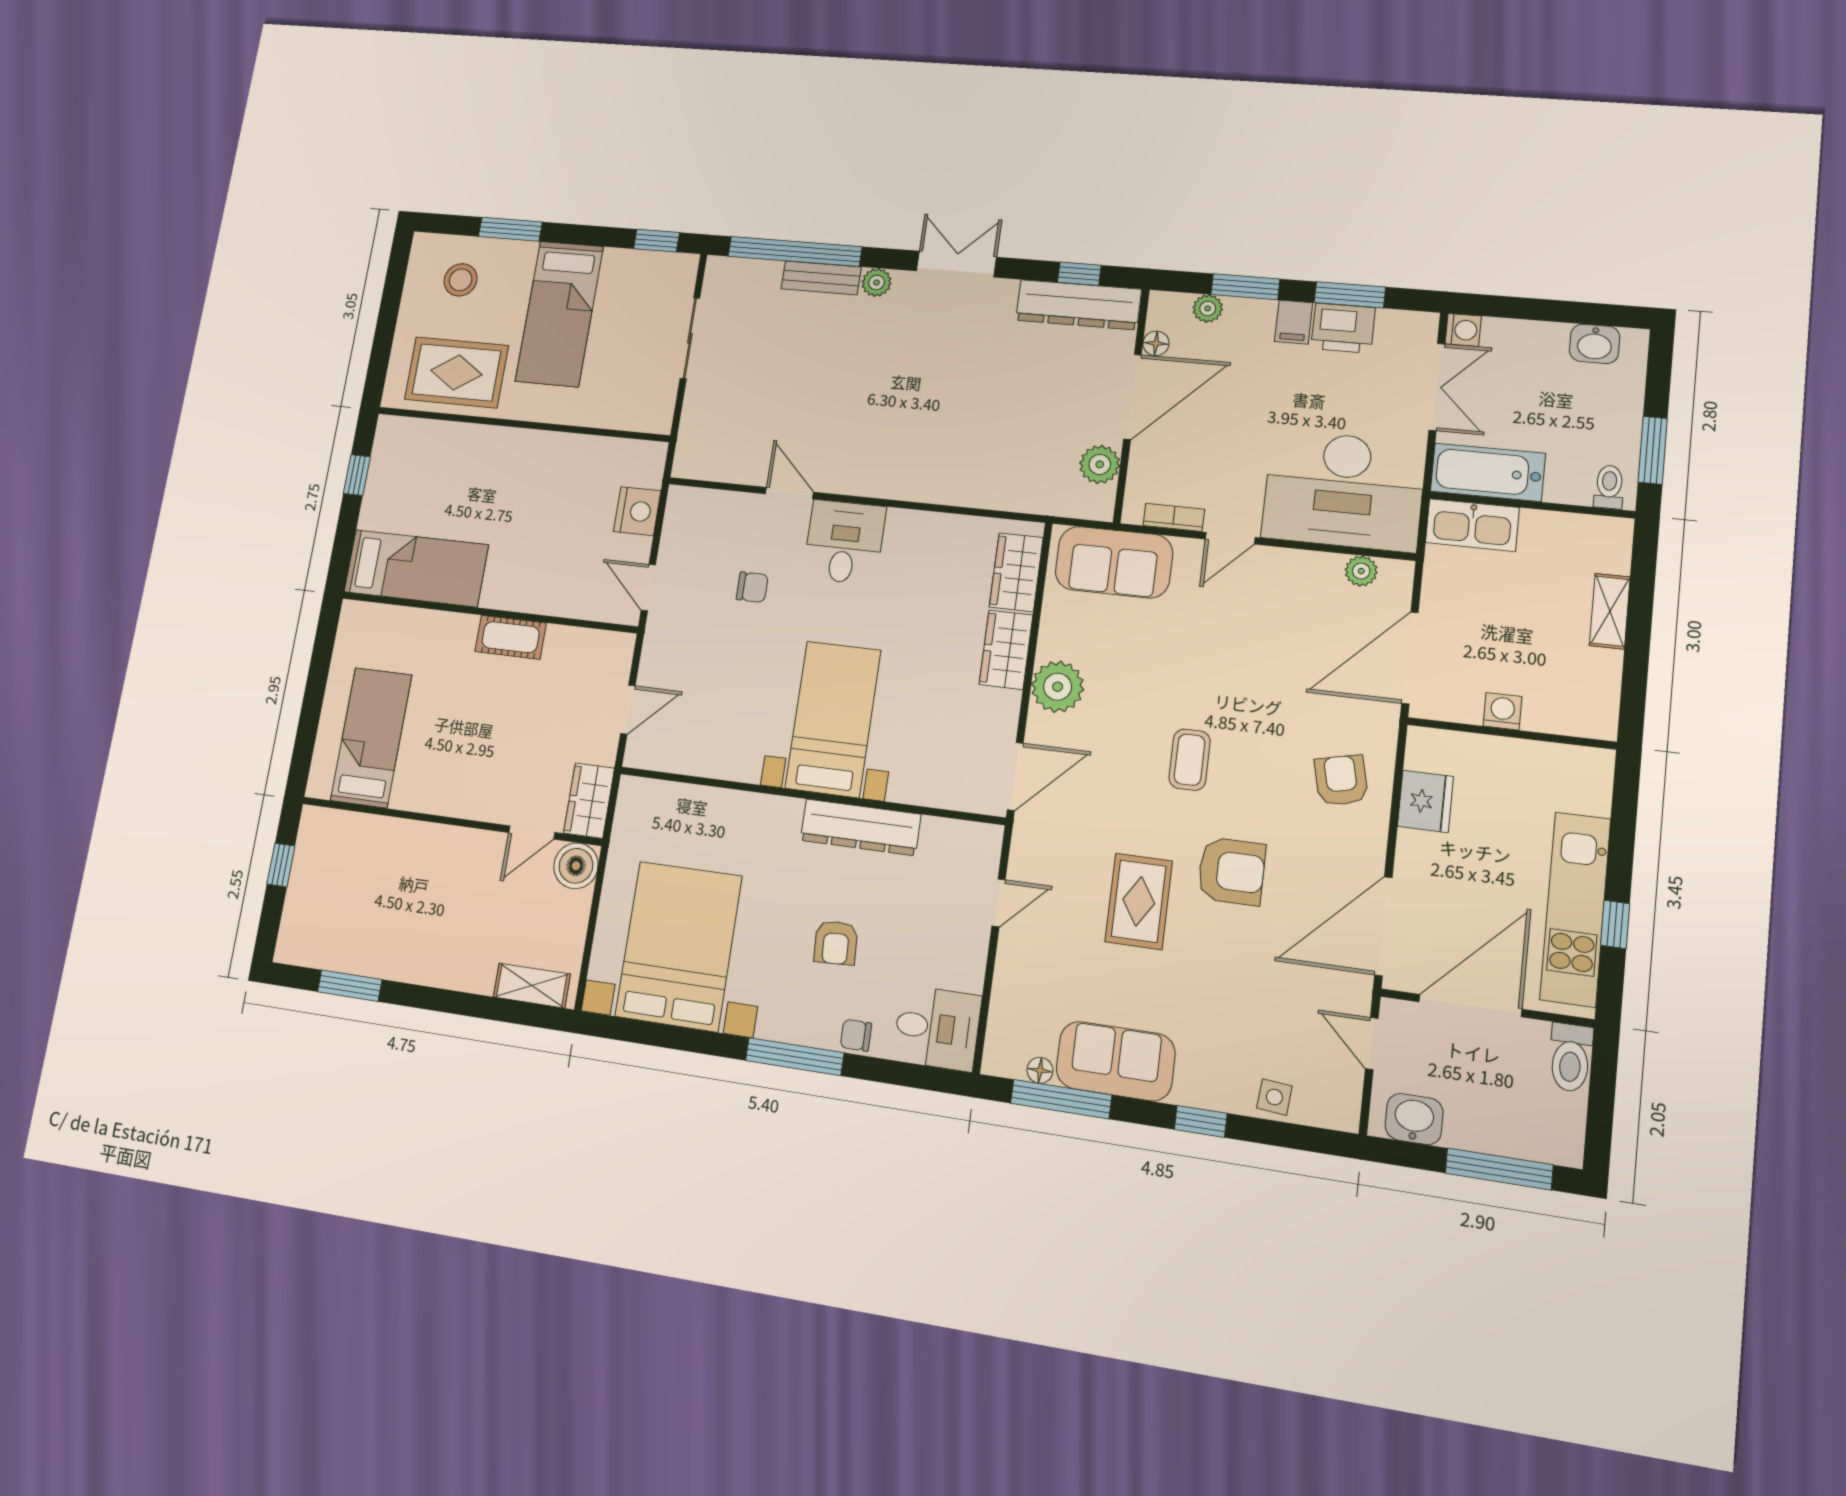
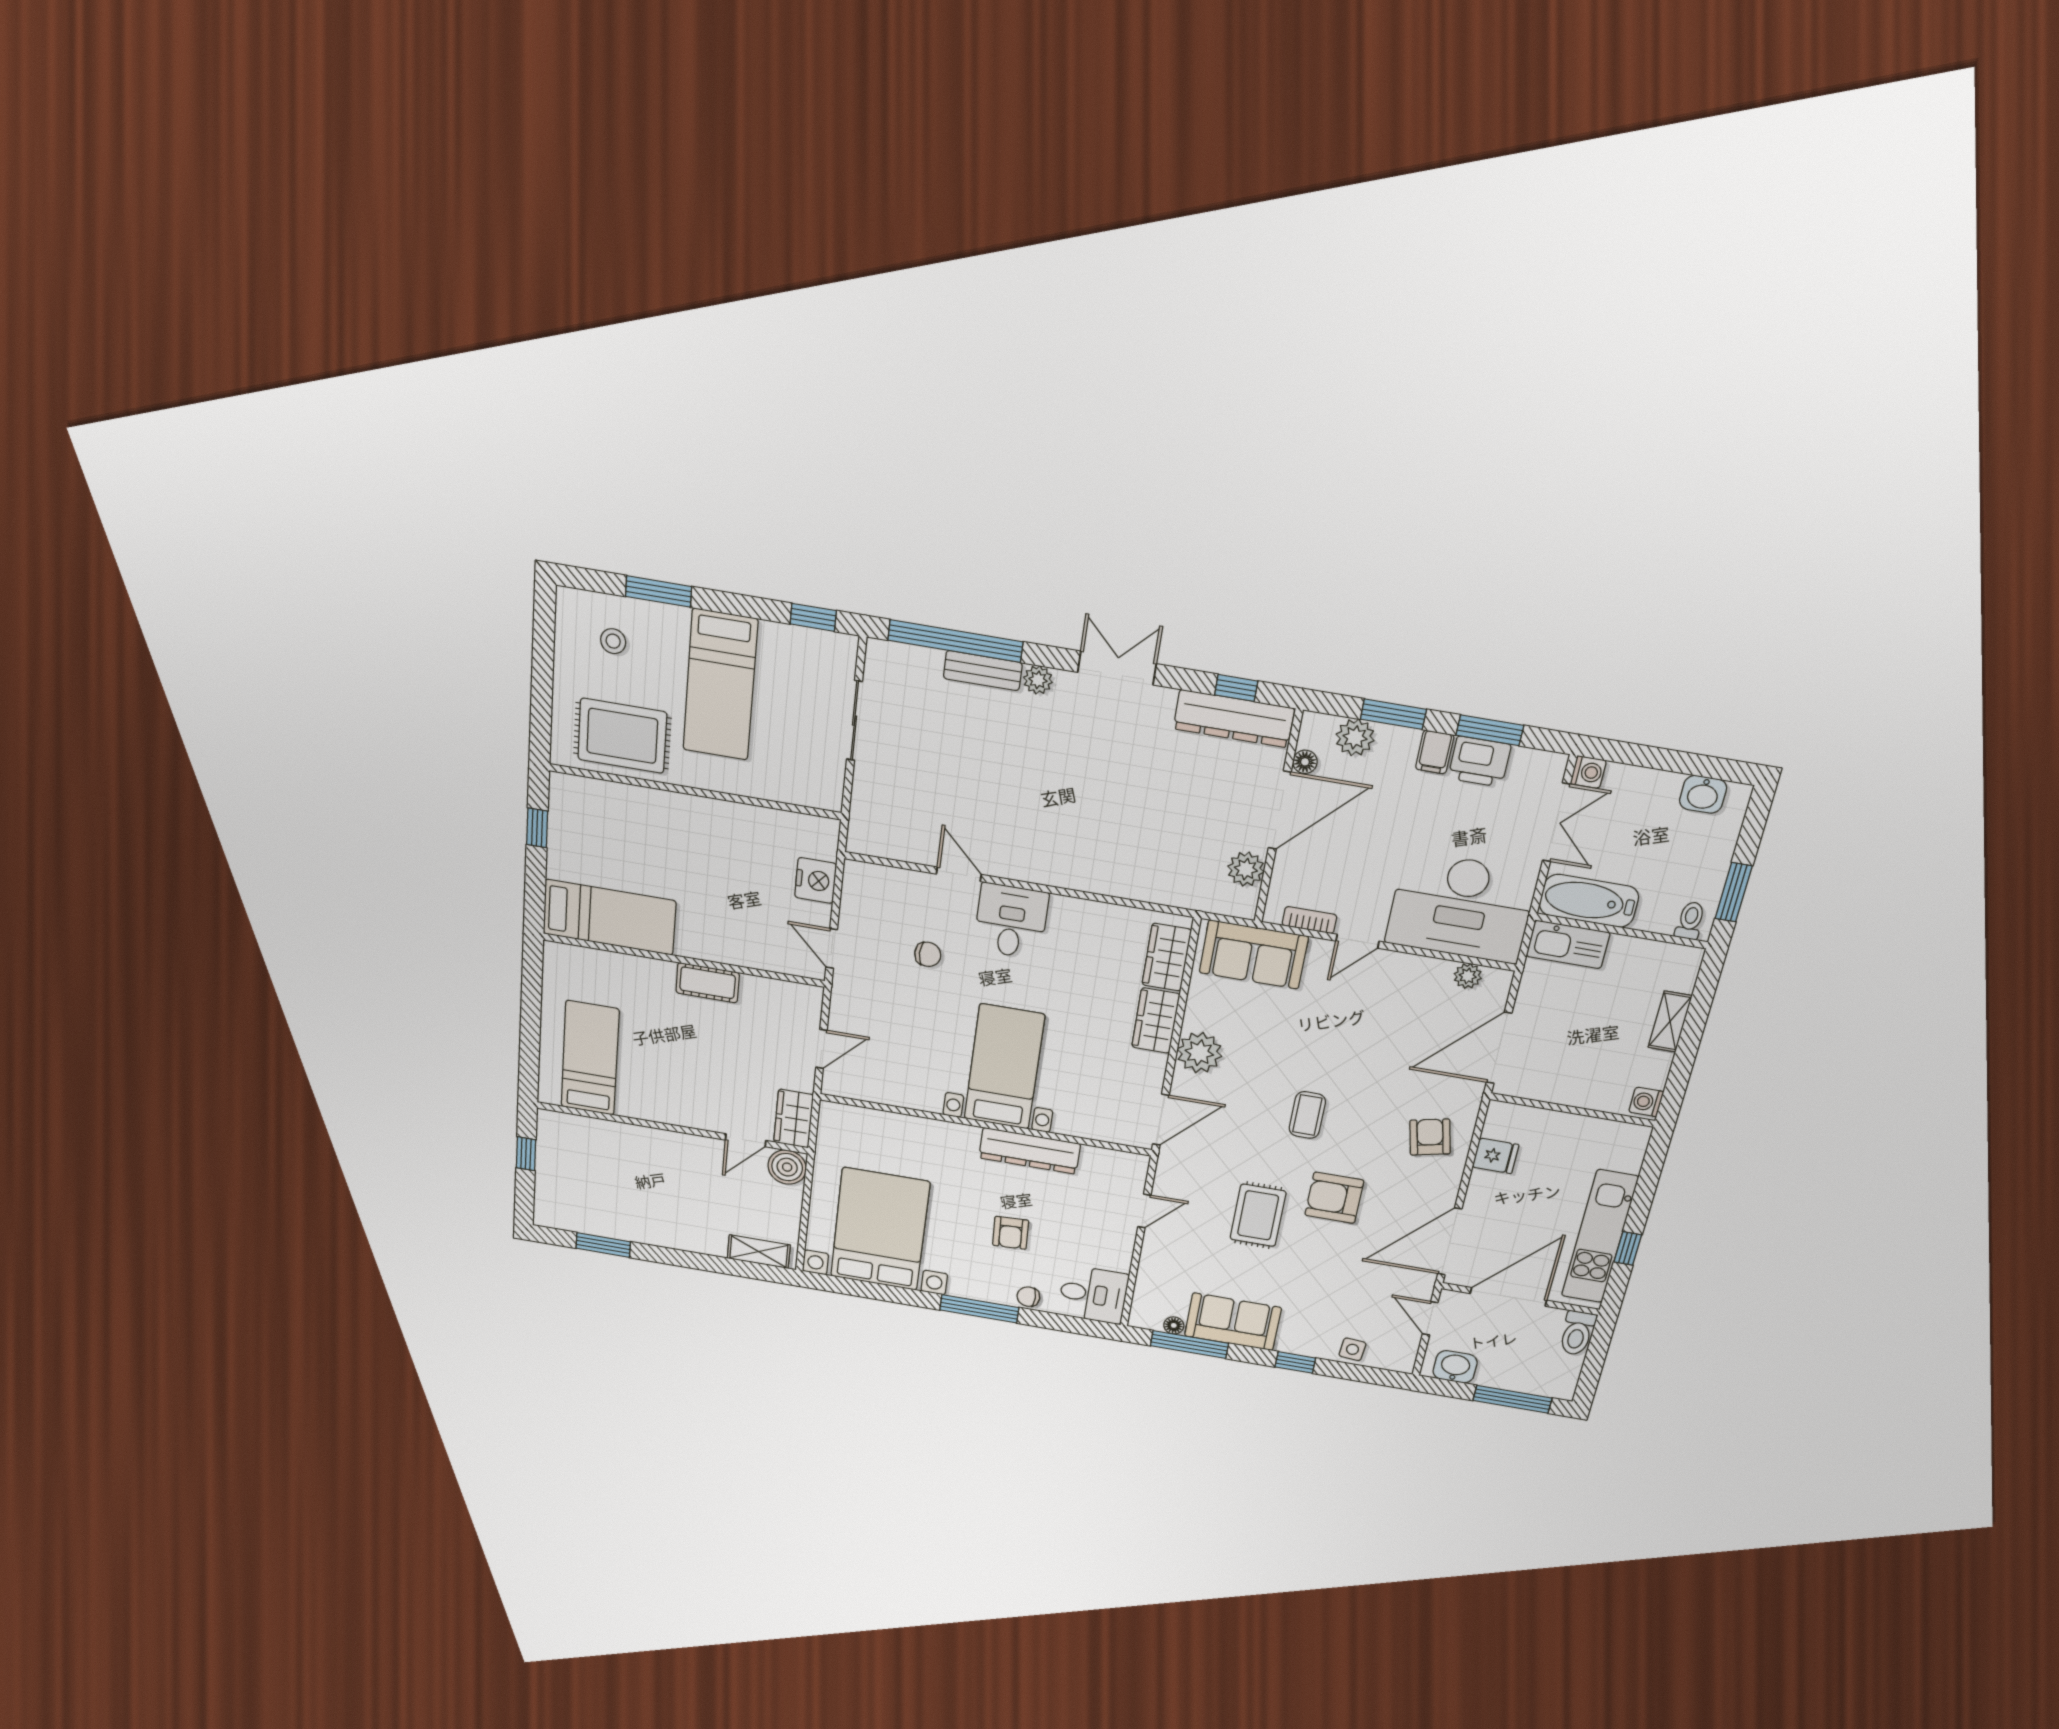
stool: (461, 280) -> (613, 641), width x0.73, depth x0.73
plant: (1208, 308) -> (1355, 737), width x1.38, depth x1.38
washing machine: (1503, 711) -> (1646, 1102), moved, turned -90
fridge: (1425, 801) -> (1496, 1156), width x0.72
armchair: (1231, 871) -> (1334, 1198), turned 180

